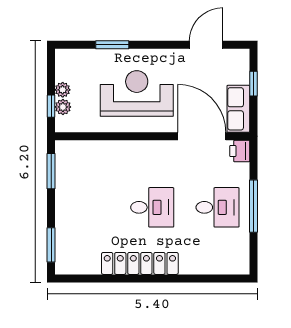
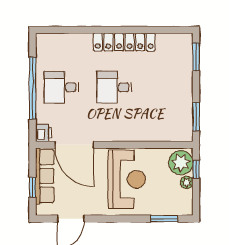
window: (112, 45) -> (164, 219), moved
reception desk: (137, 93) -> (127, 179), turned -90
plant: (63, 107) -> (181, 163), width x1.87, depth x1.87
row of seats: (238, 109) -> (45, 176), width x1.48
window: (253, 206) -> (32, 88), width x1.46

